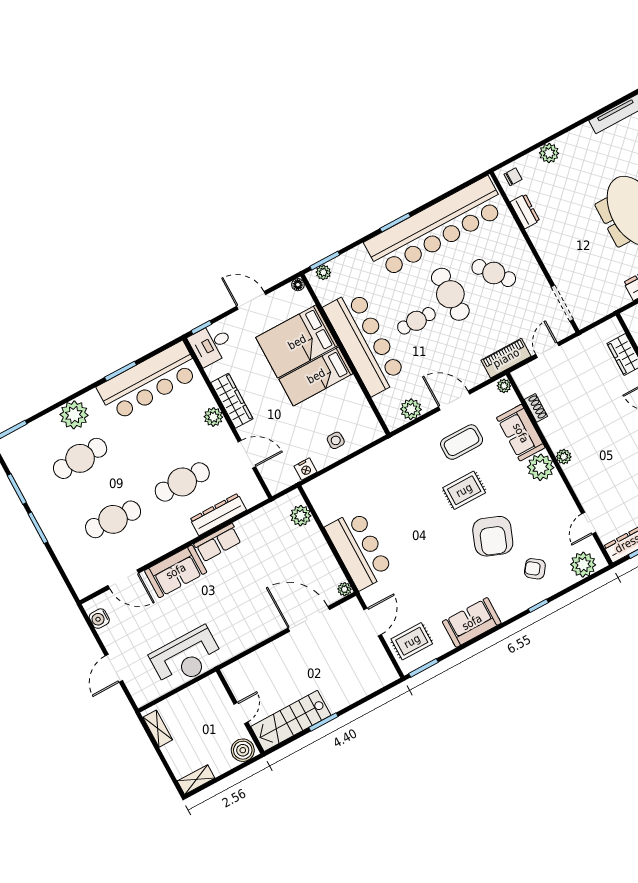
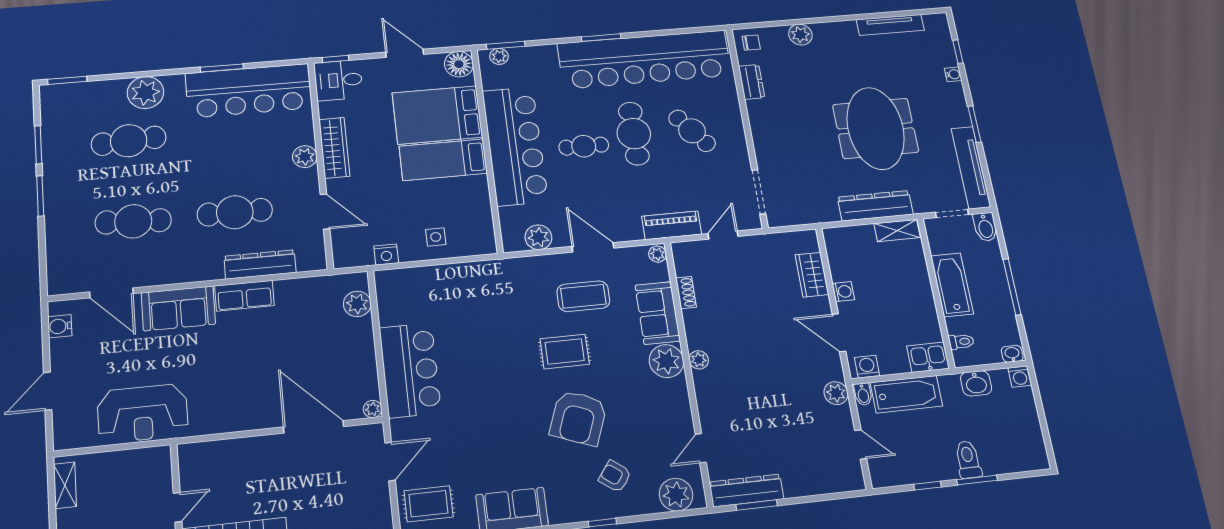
floor lamp: (298, 285) -> (459, 64), width x1.89, depth x1.89

